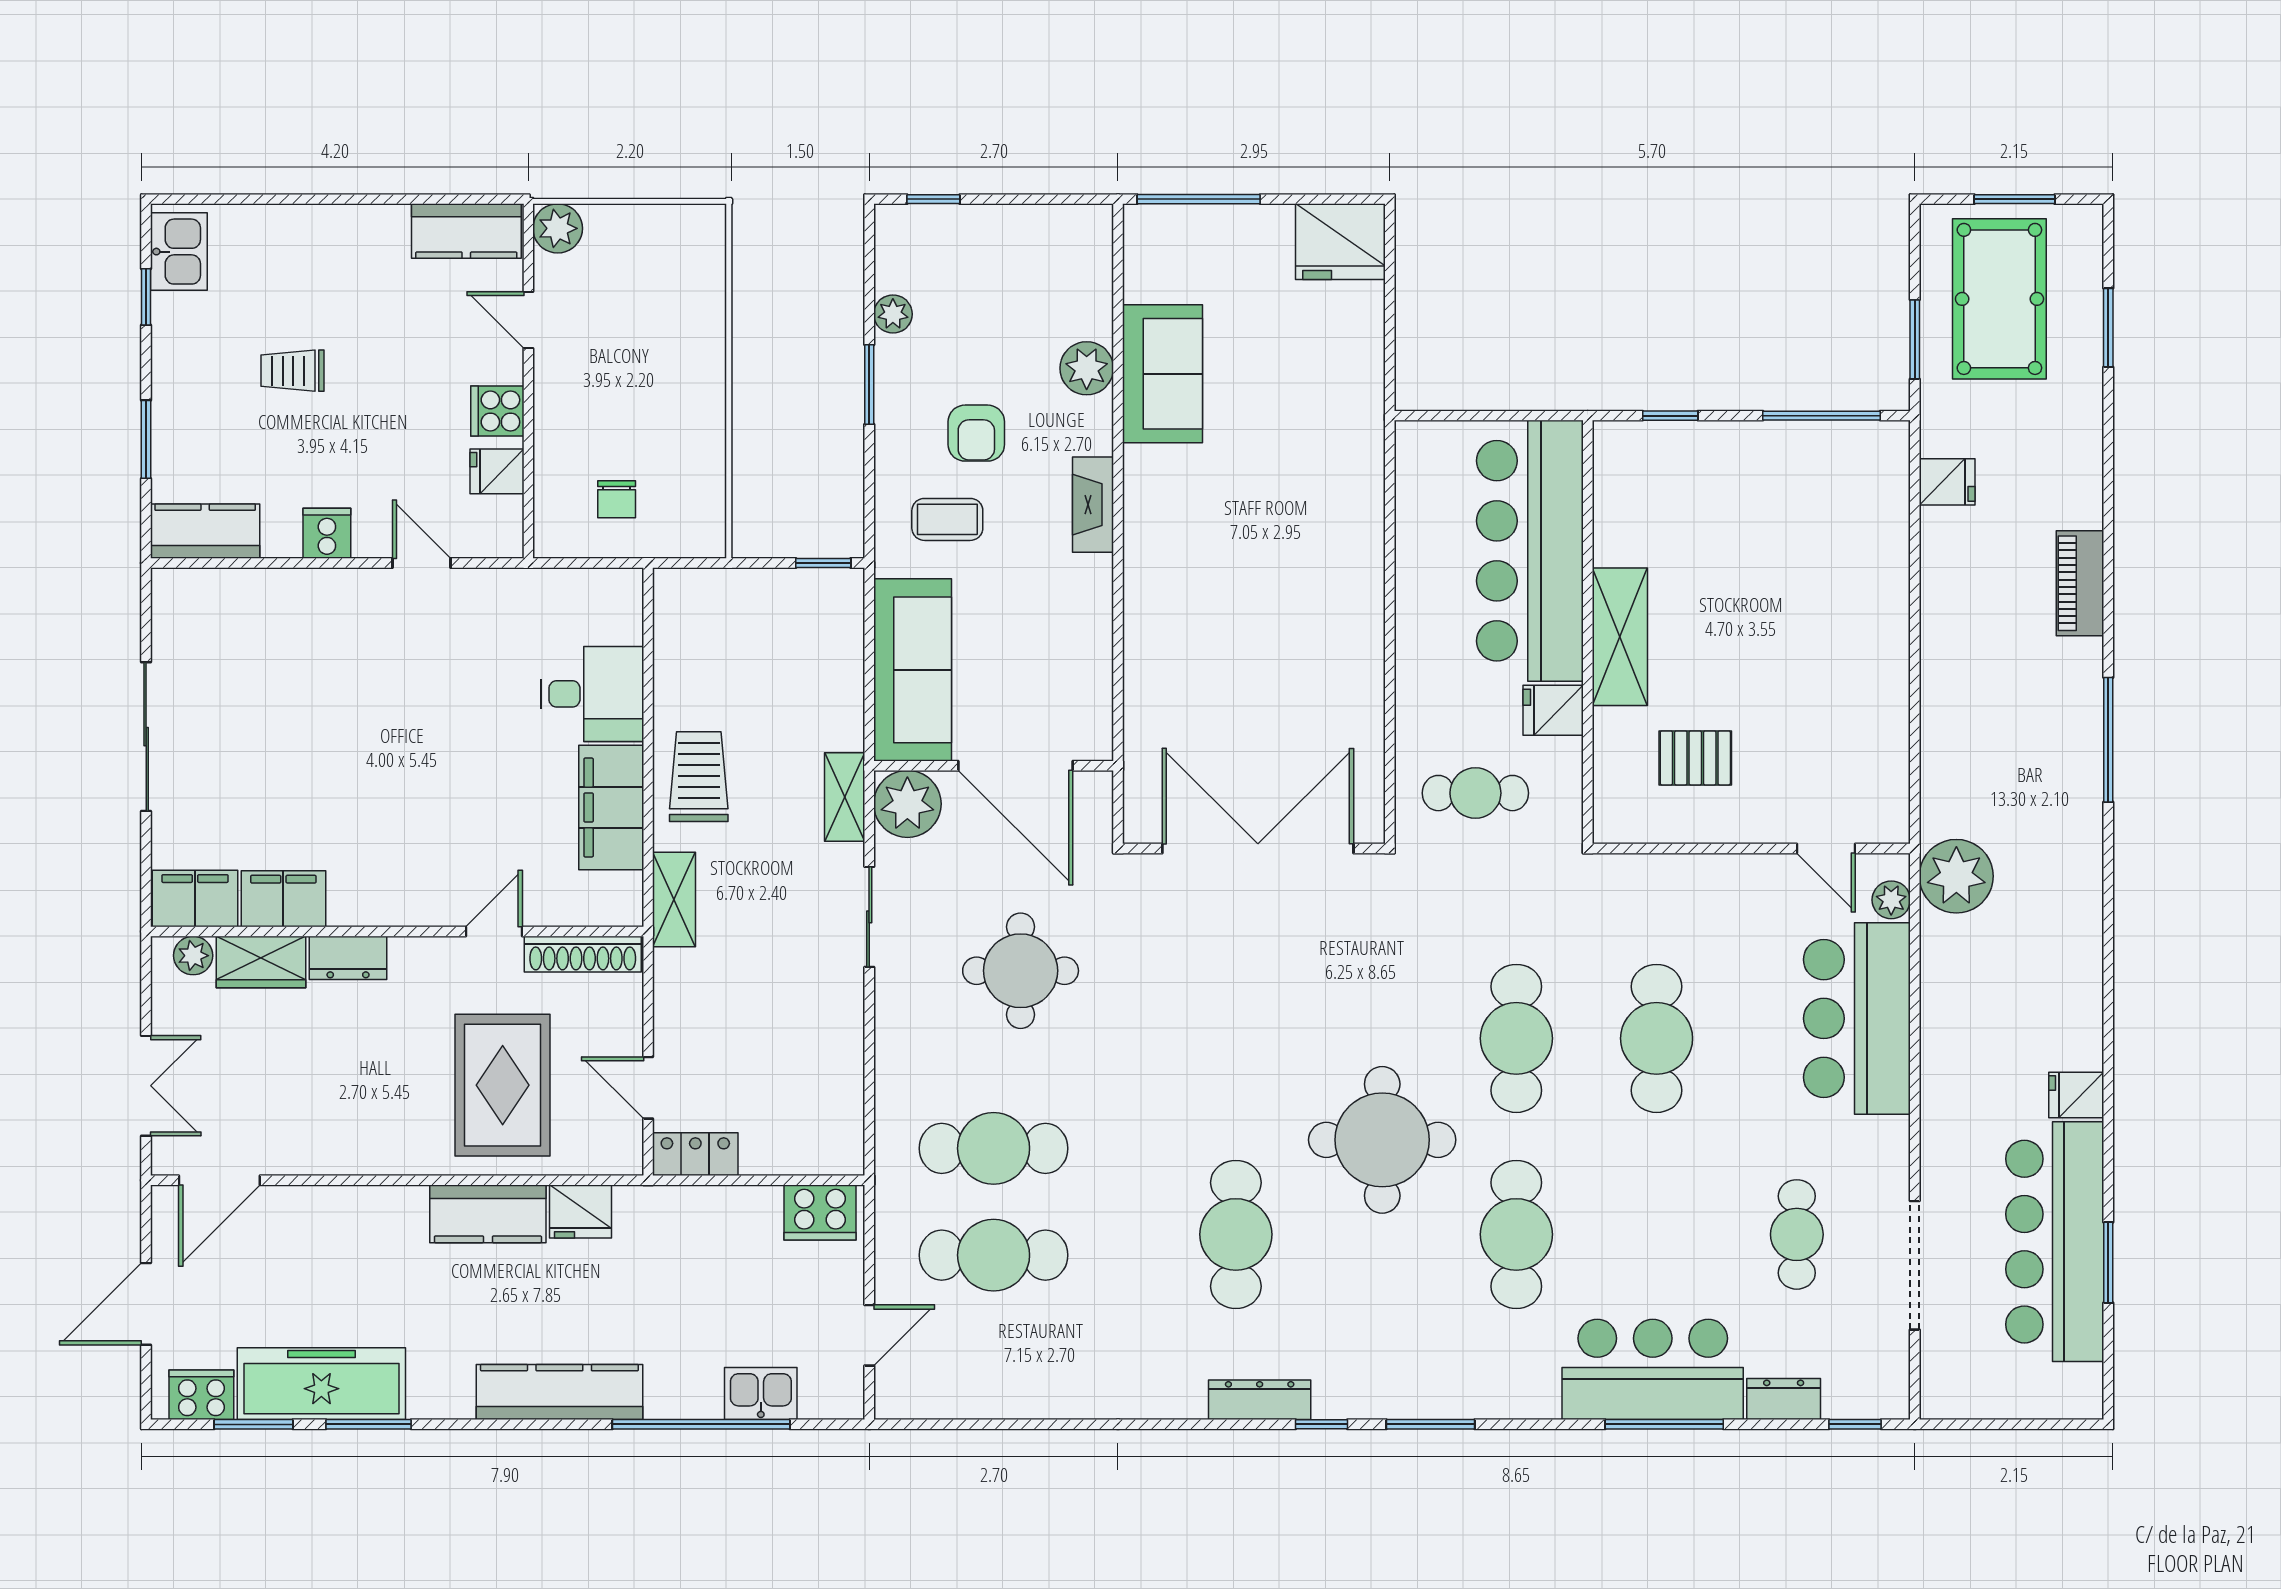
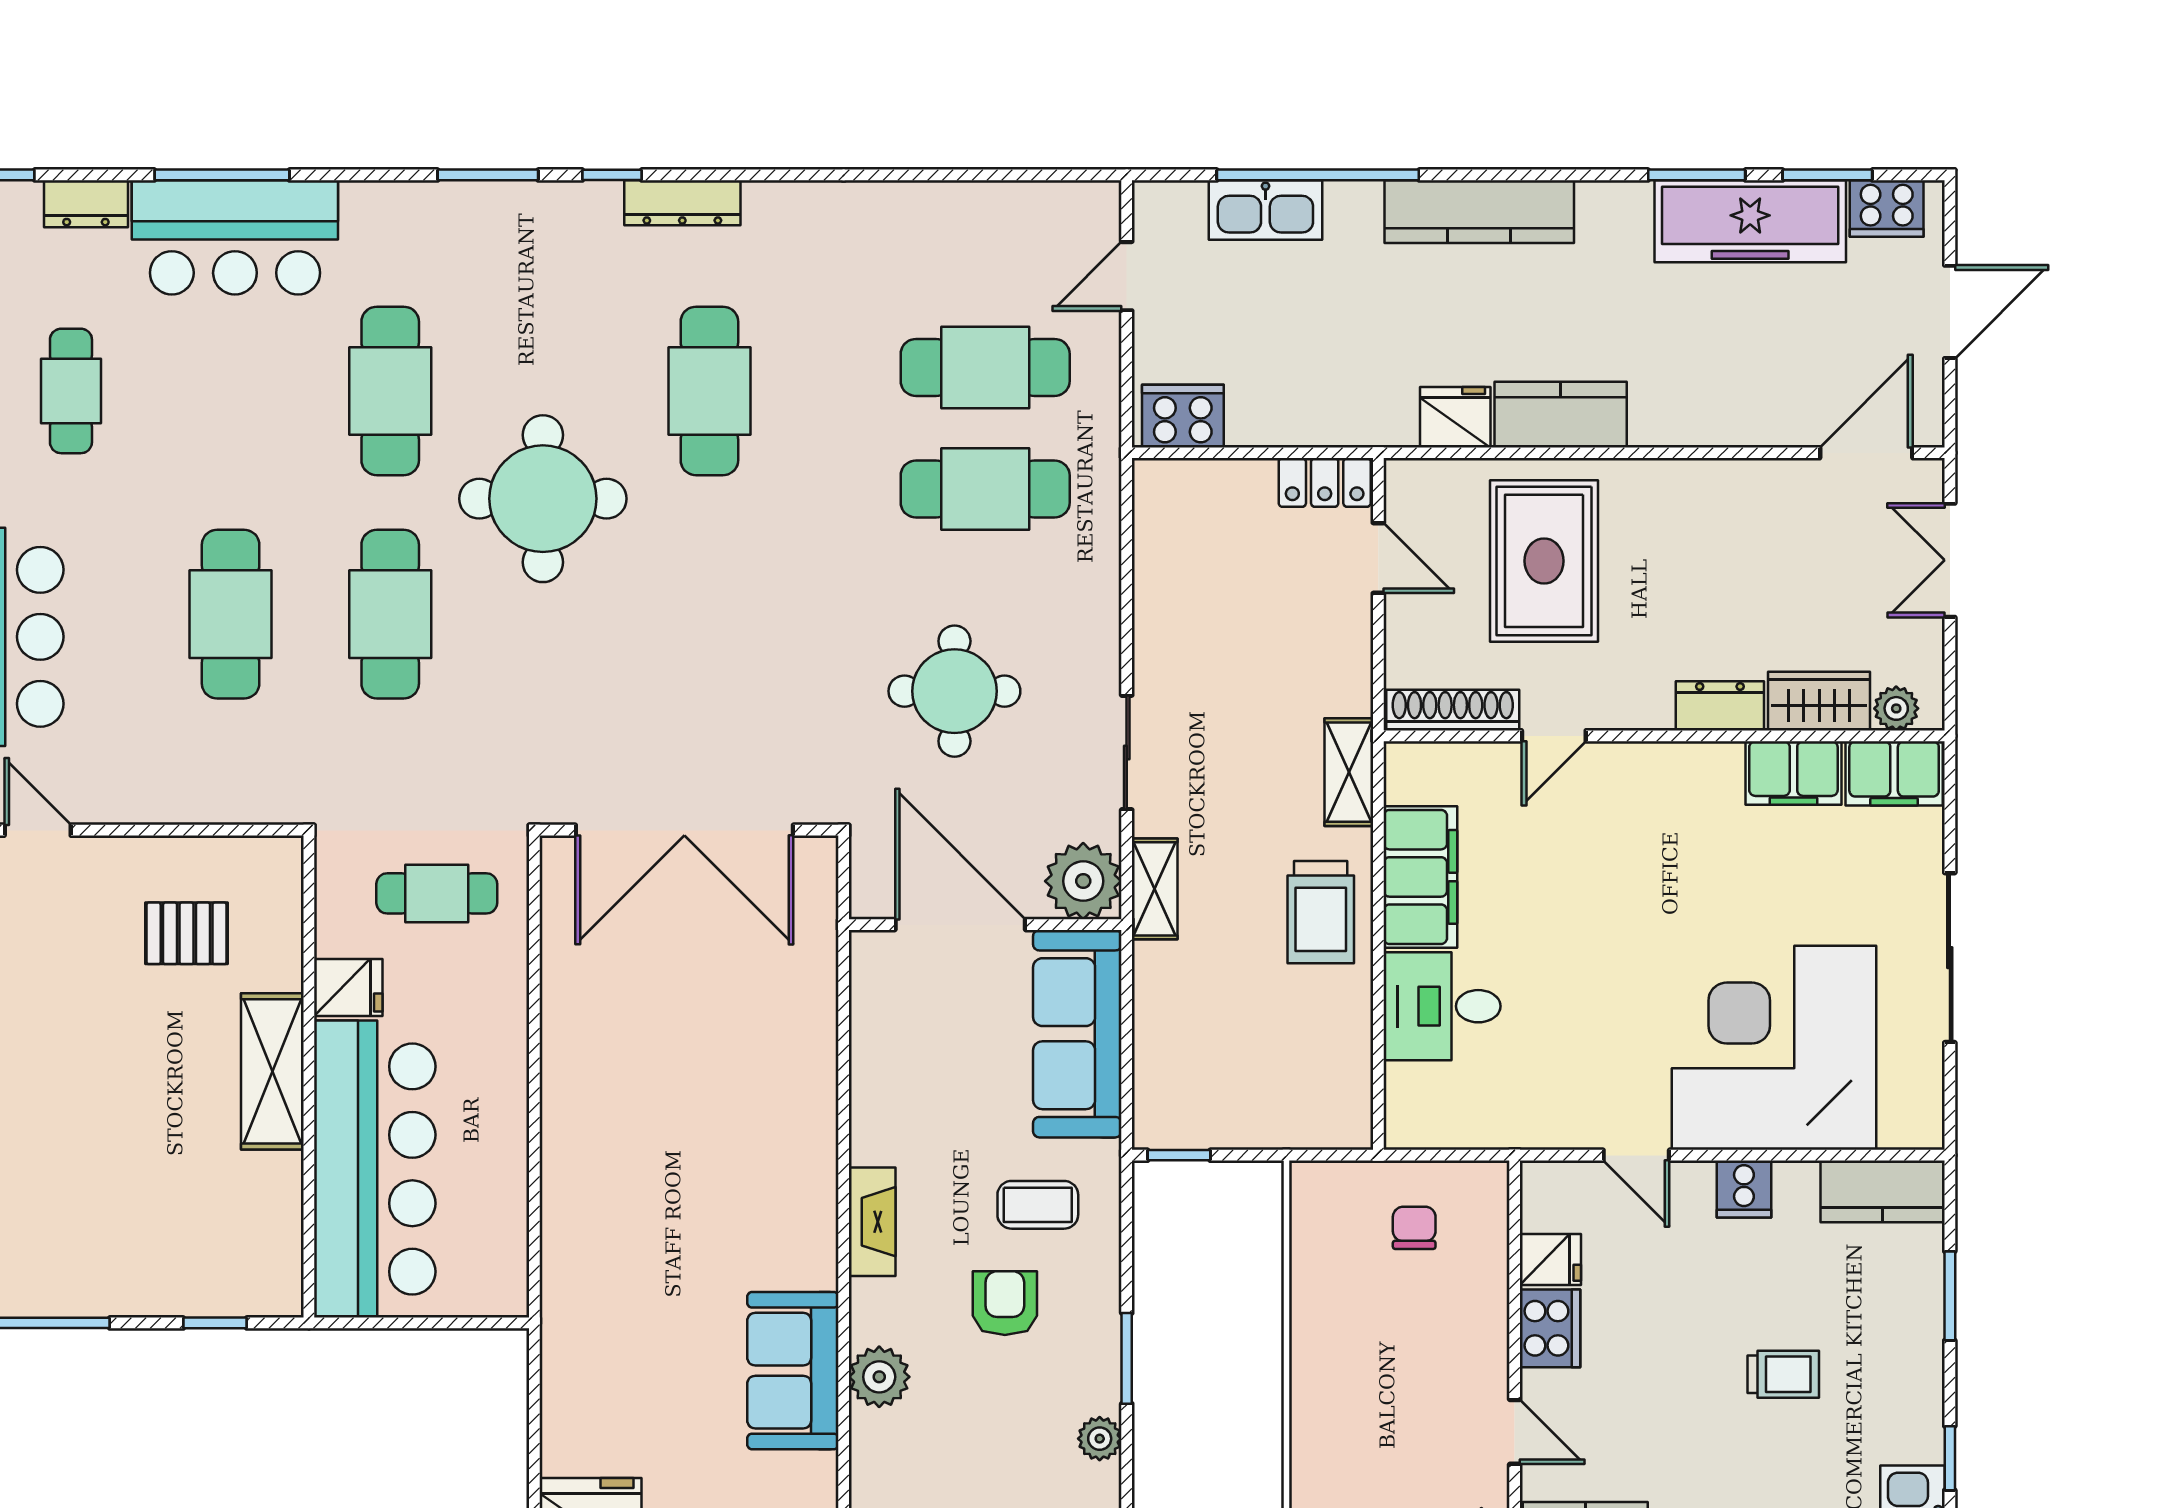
cooker: (497, 411) -> (1550, 1328), width x1.36
corner desk: (301, 657) -> (1774, 1048), added
kitchen sink: (761, 1394) -> (1265, 210), width x1.38

